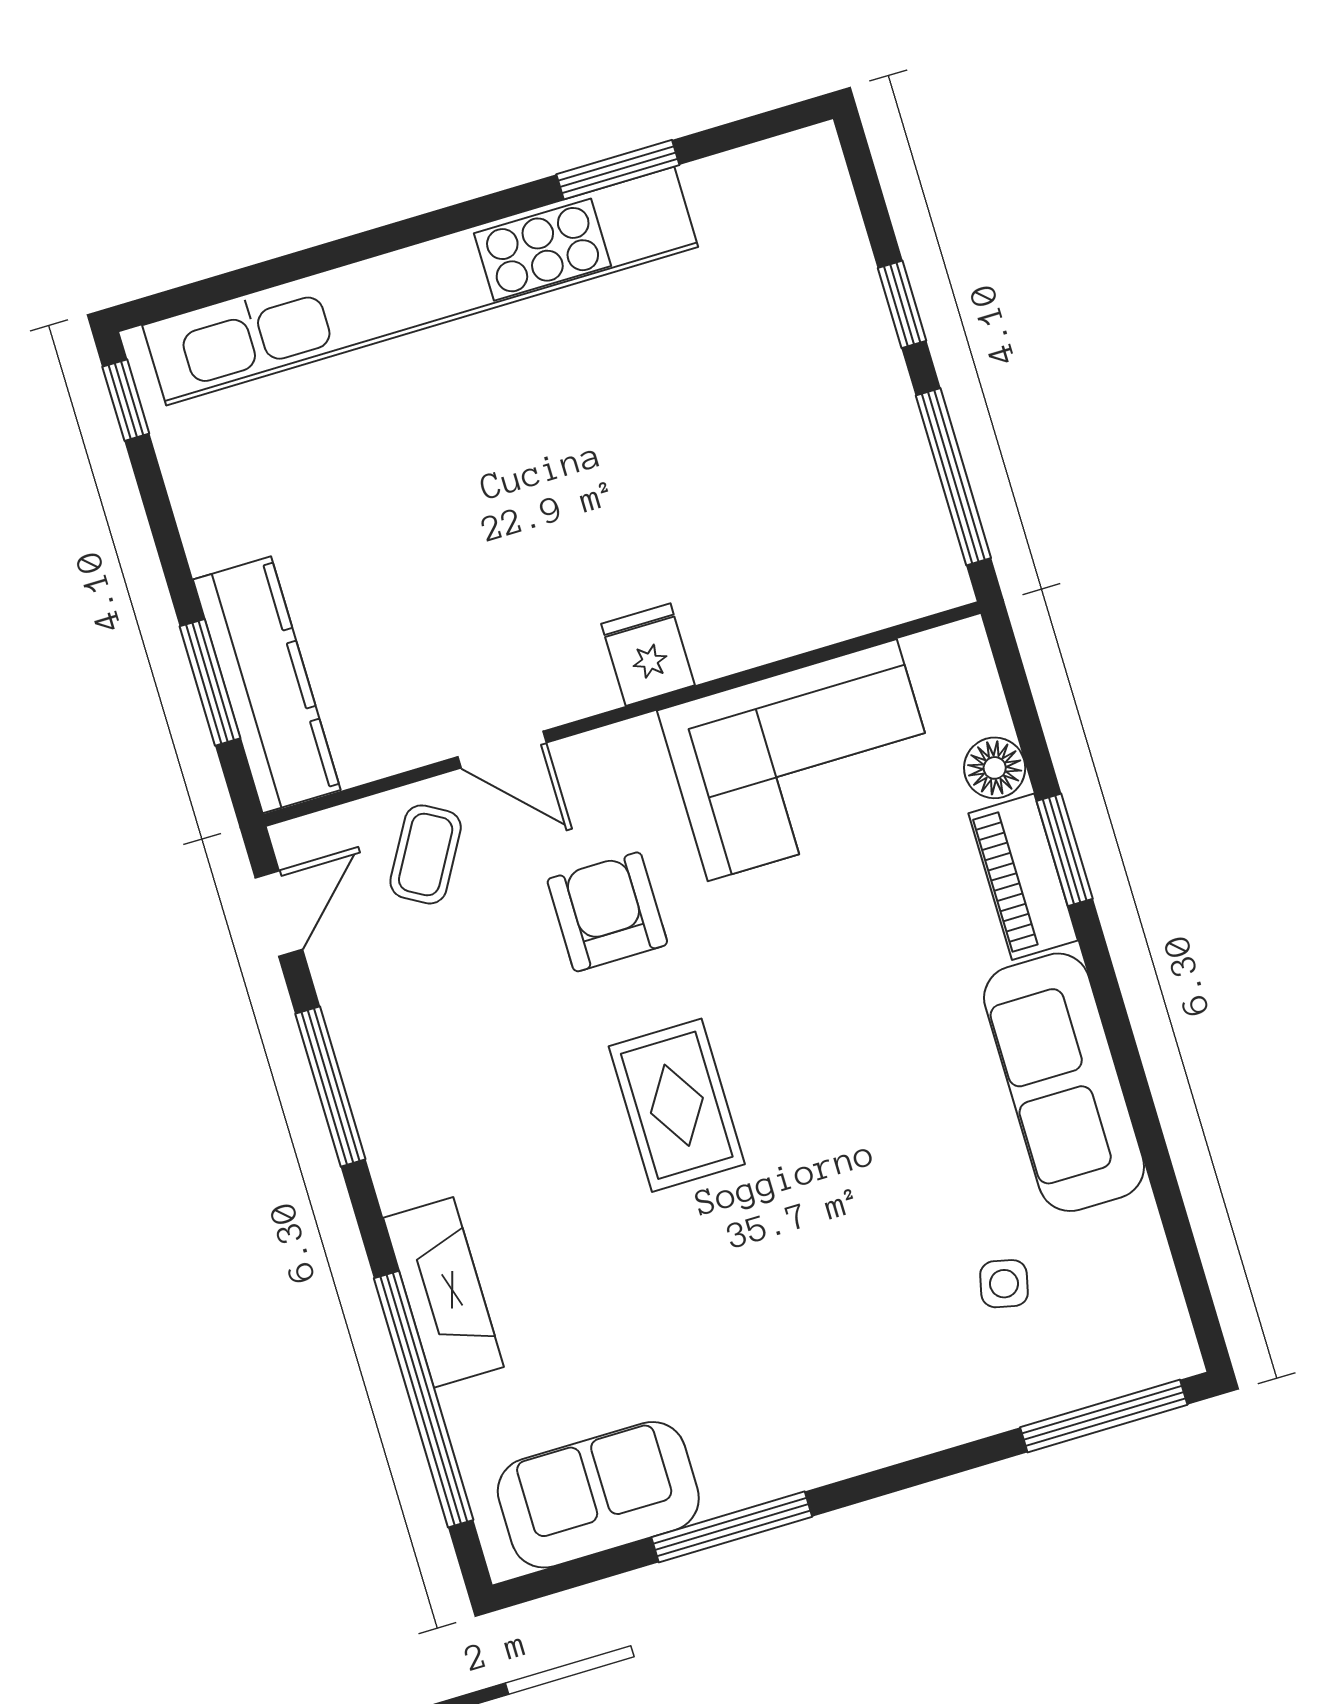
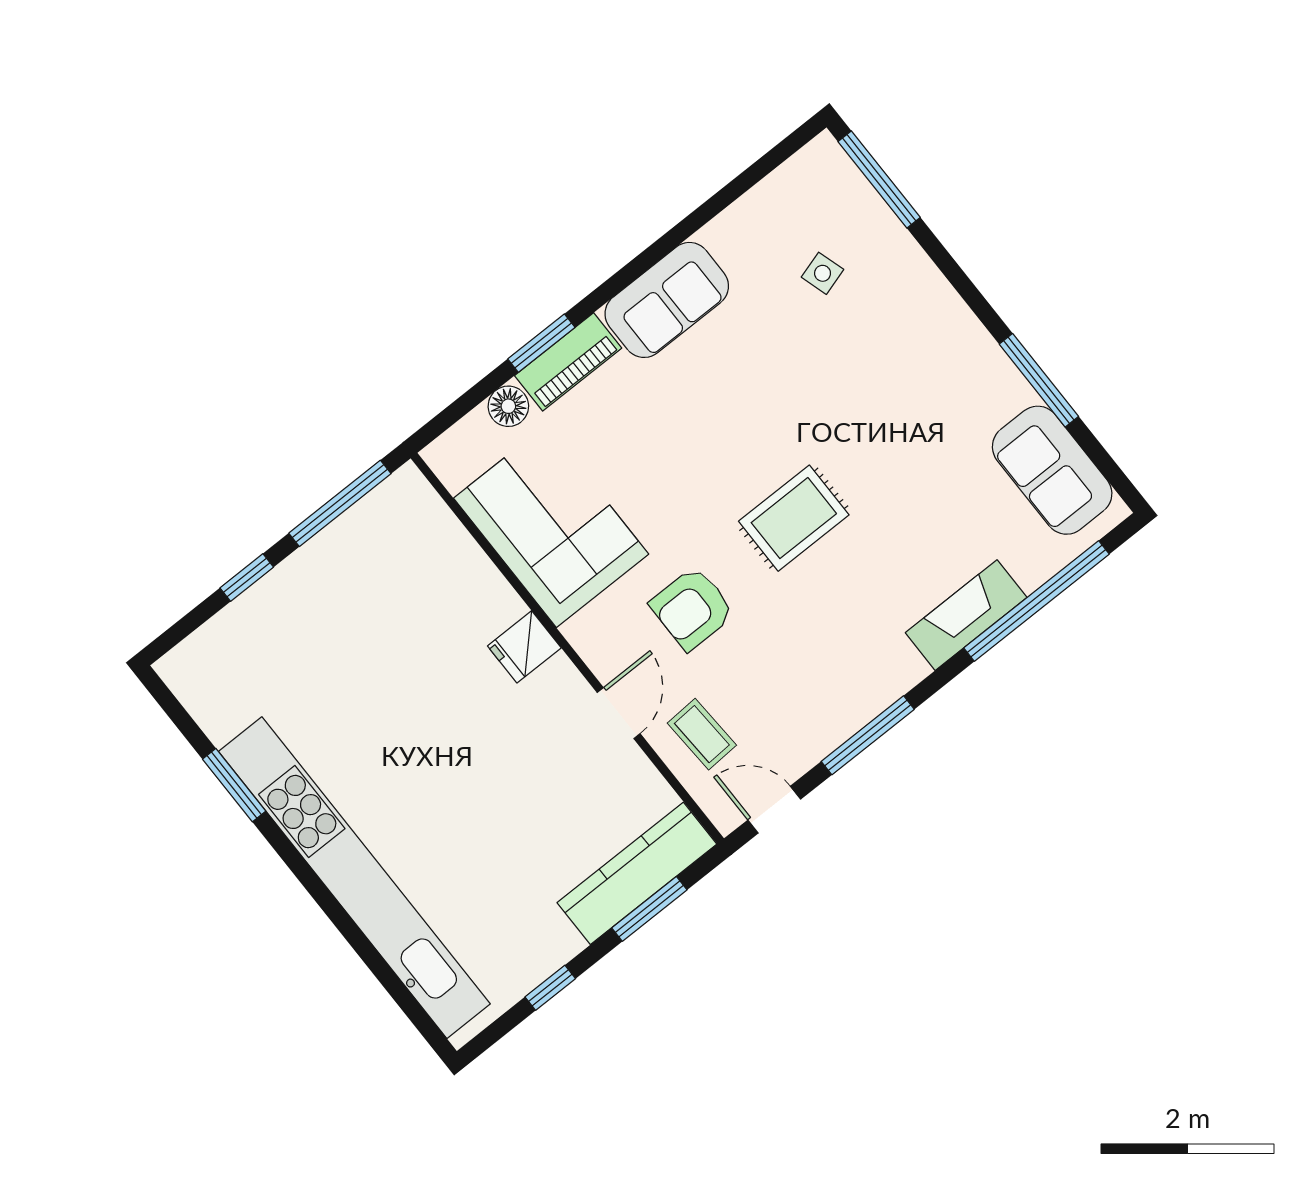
window: (126, 400) -> (550, 988), moved
coffee table: (426, 854) -> (702, 734), turned 57
sofa: (1064, 1082) -> (667, 300), width x0.73
side table: (1004, 1284) -> (823, 273), turned -30

